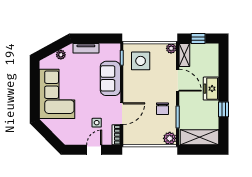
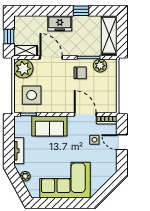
plant: (171, 48) -> (23, 69), width x1.88, depth x1.88
door: (178, 80) -> (51, 57), hinge flipped
plant: (170, 138) -> (100, 66), moved

